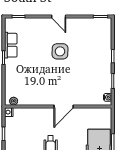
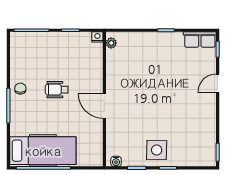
door: (59, 17) -> (218, 83), moved
row of seats: (11, 45) -> (200, 39), moved
side table: (60, 51) -> (157, 150), moved

